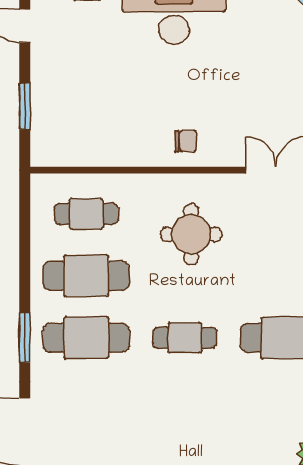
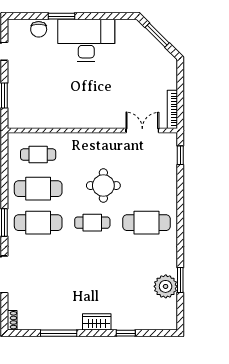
chair: (186, 141) -> (93, 115), removed
round table: (191, 234) -> (103, 186), moved

